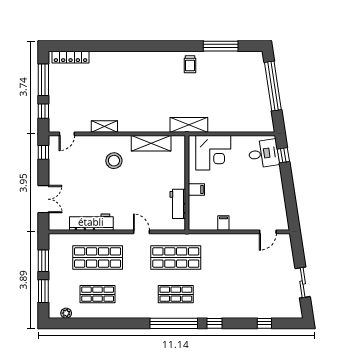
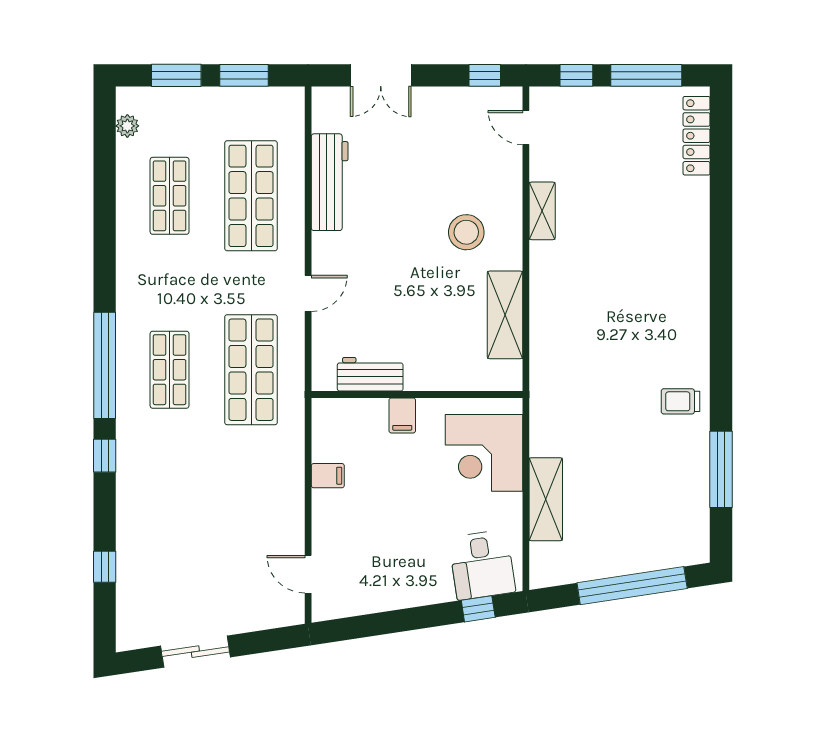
shelving: (189, 125) -> (546, 499), moved

